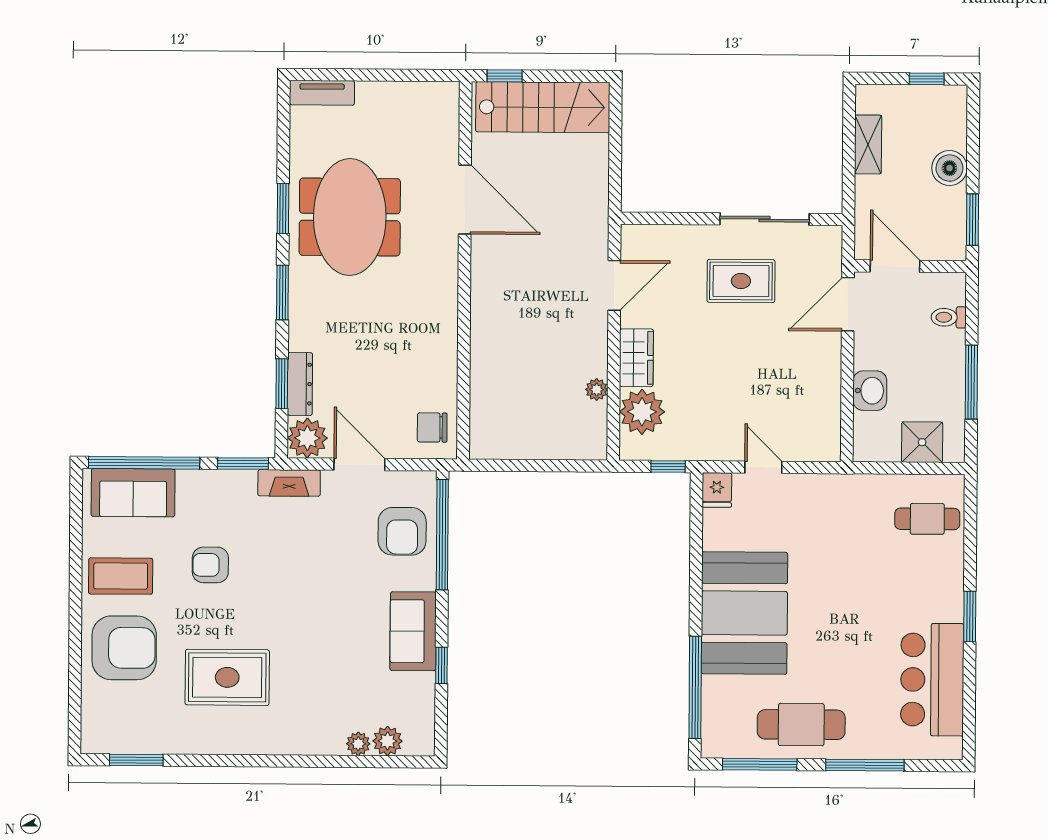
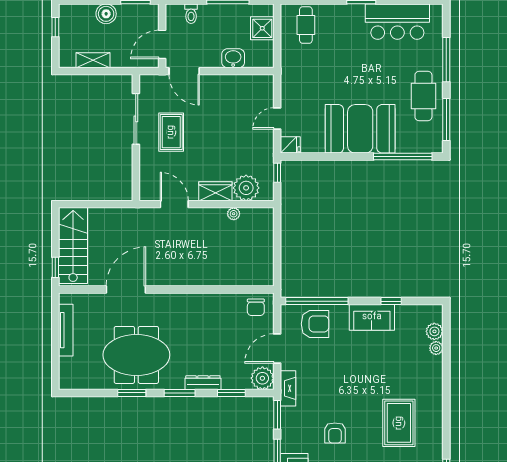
tv unit: (322, 93) -> (66, 330), moved, width x1.41
dresser: (300, 384) -> (203, 383), moved

